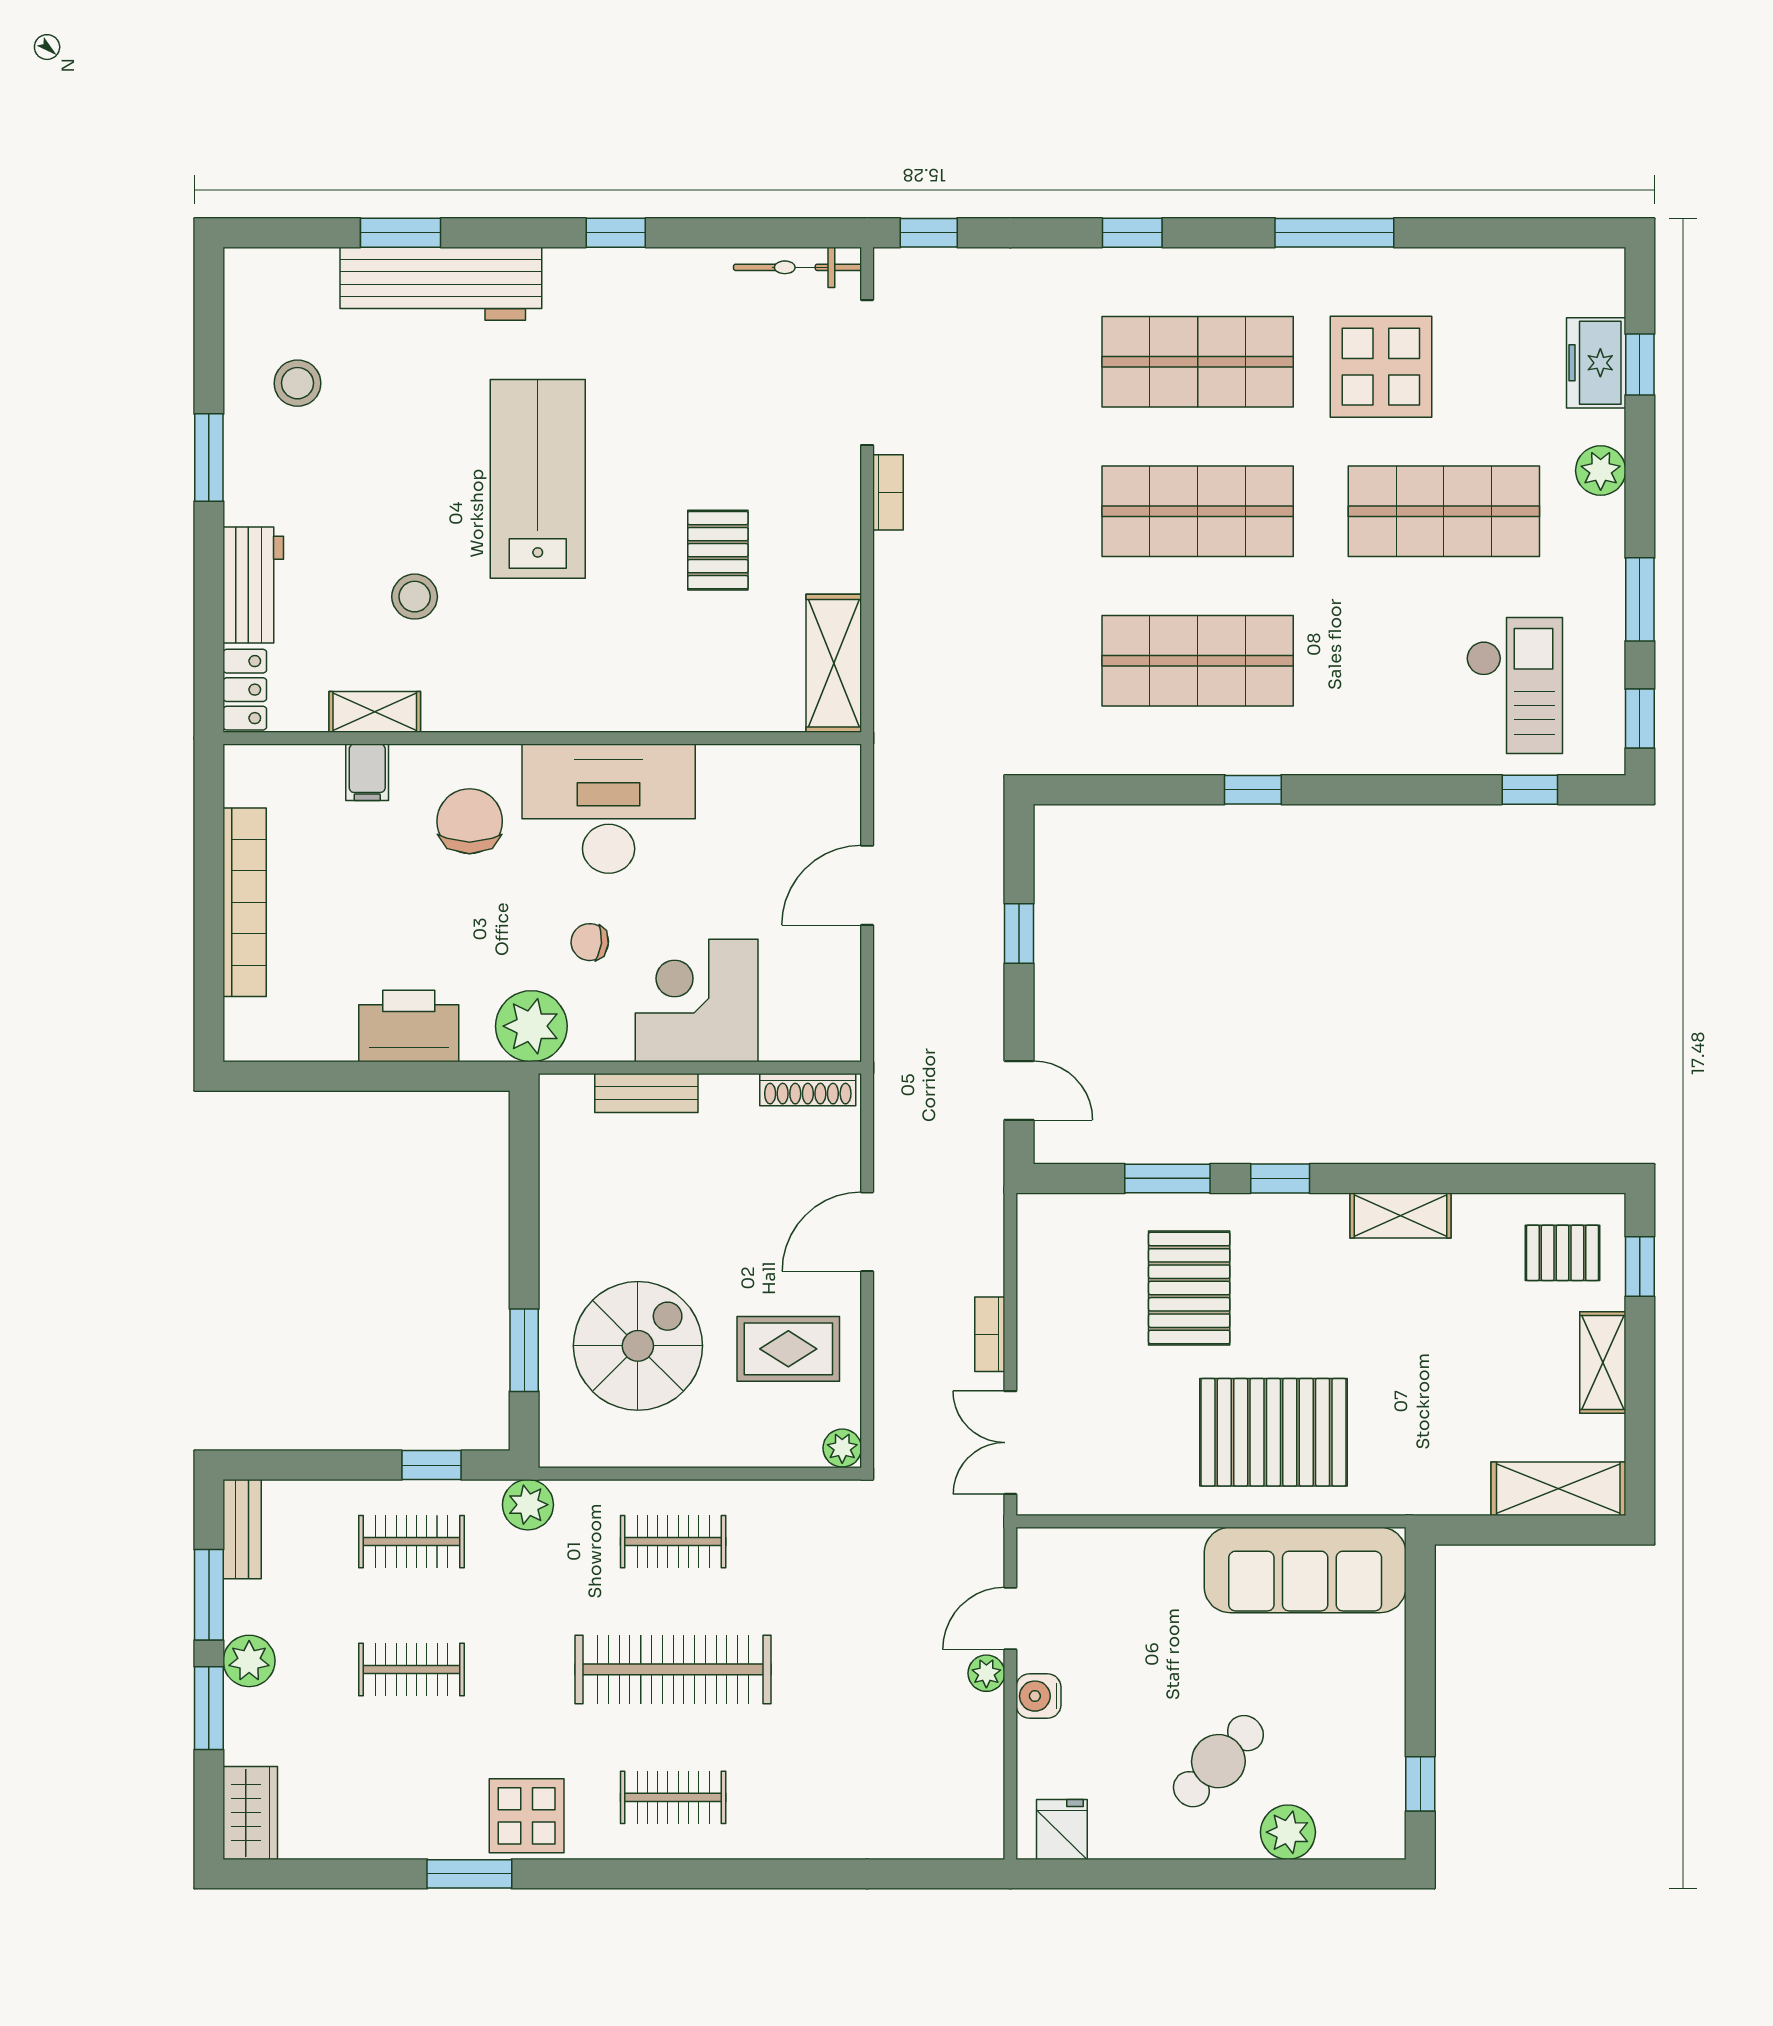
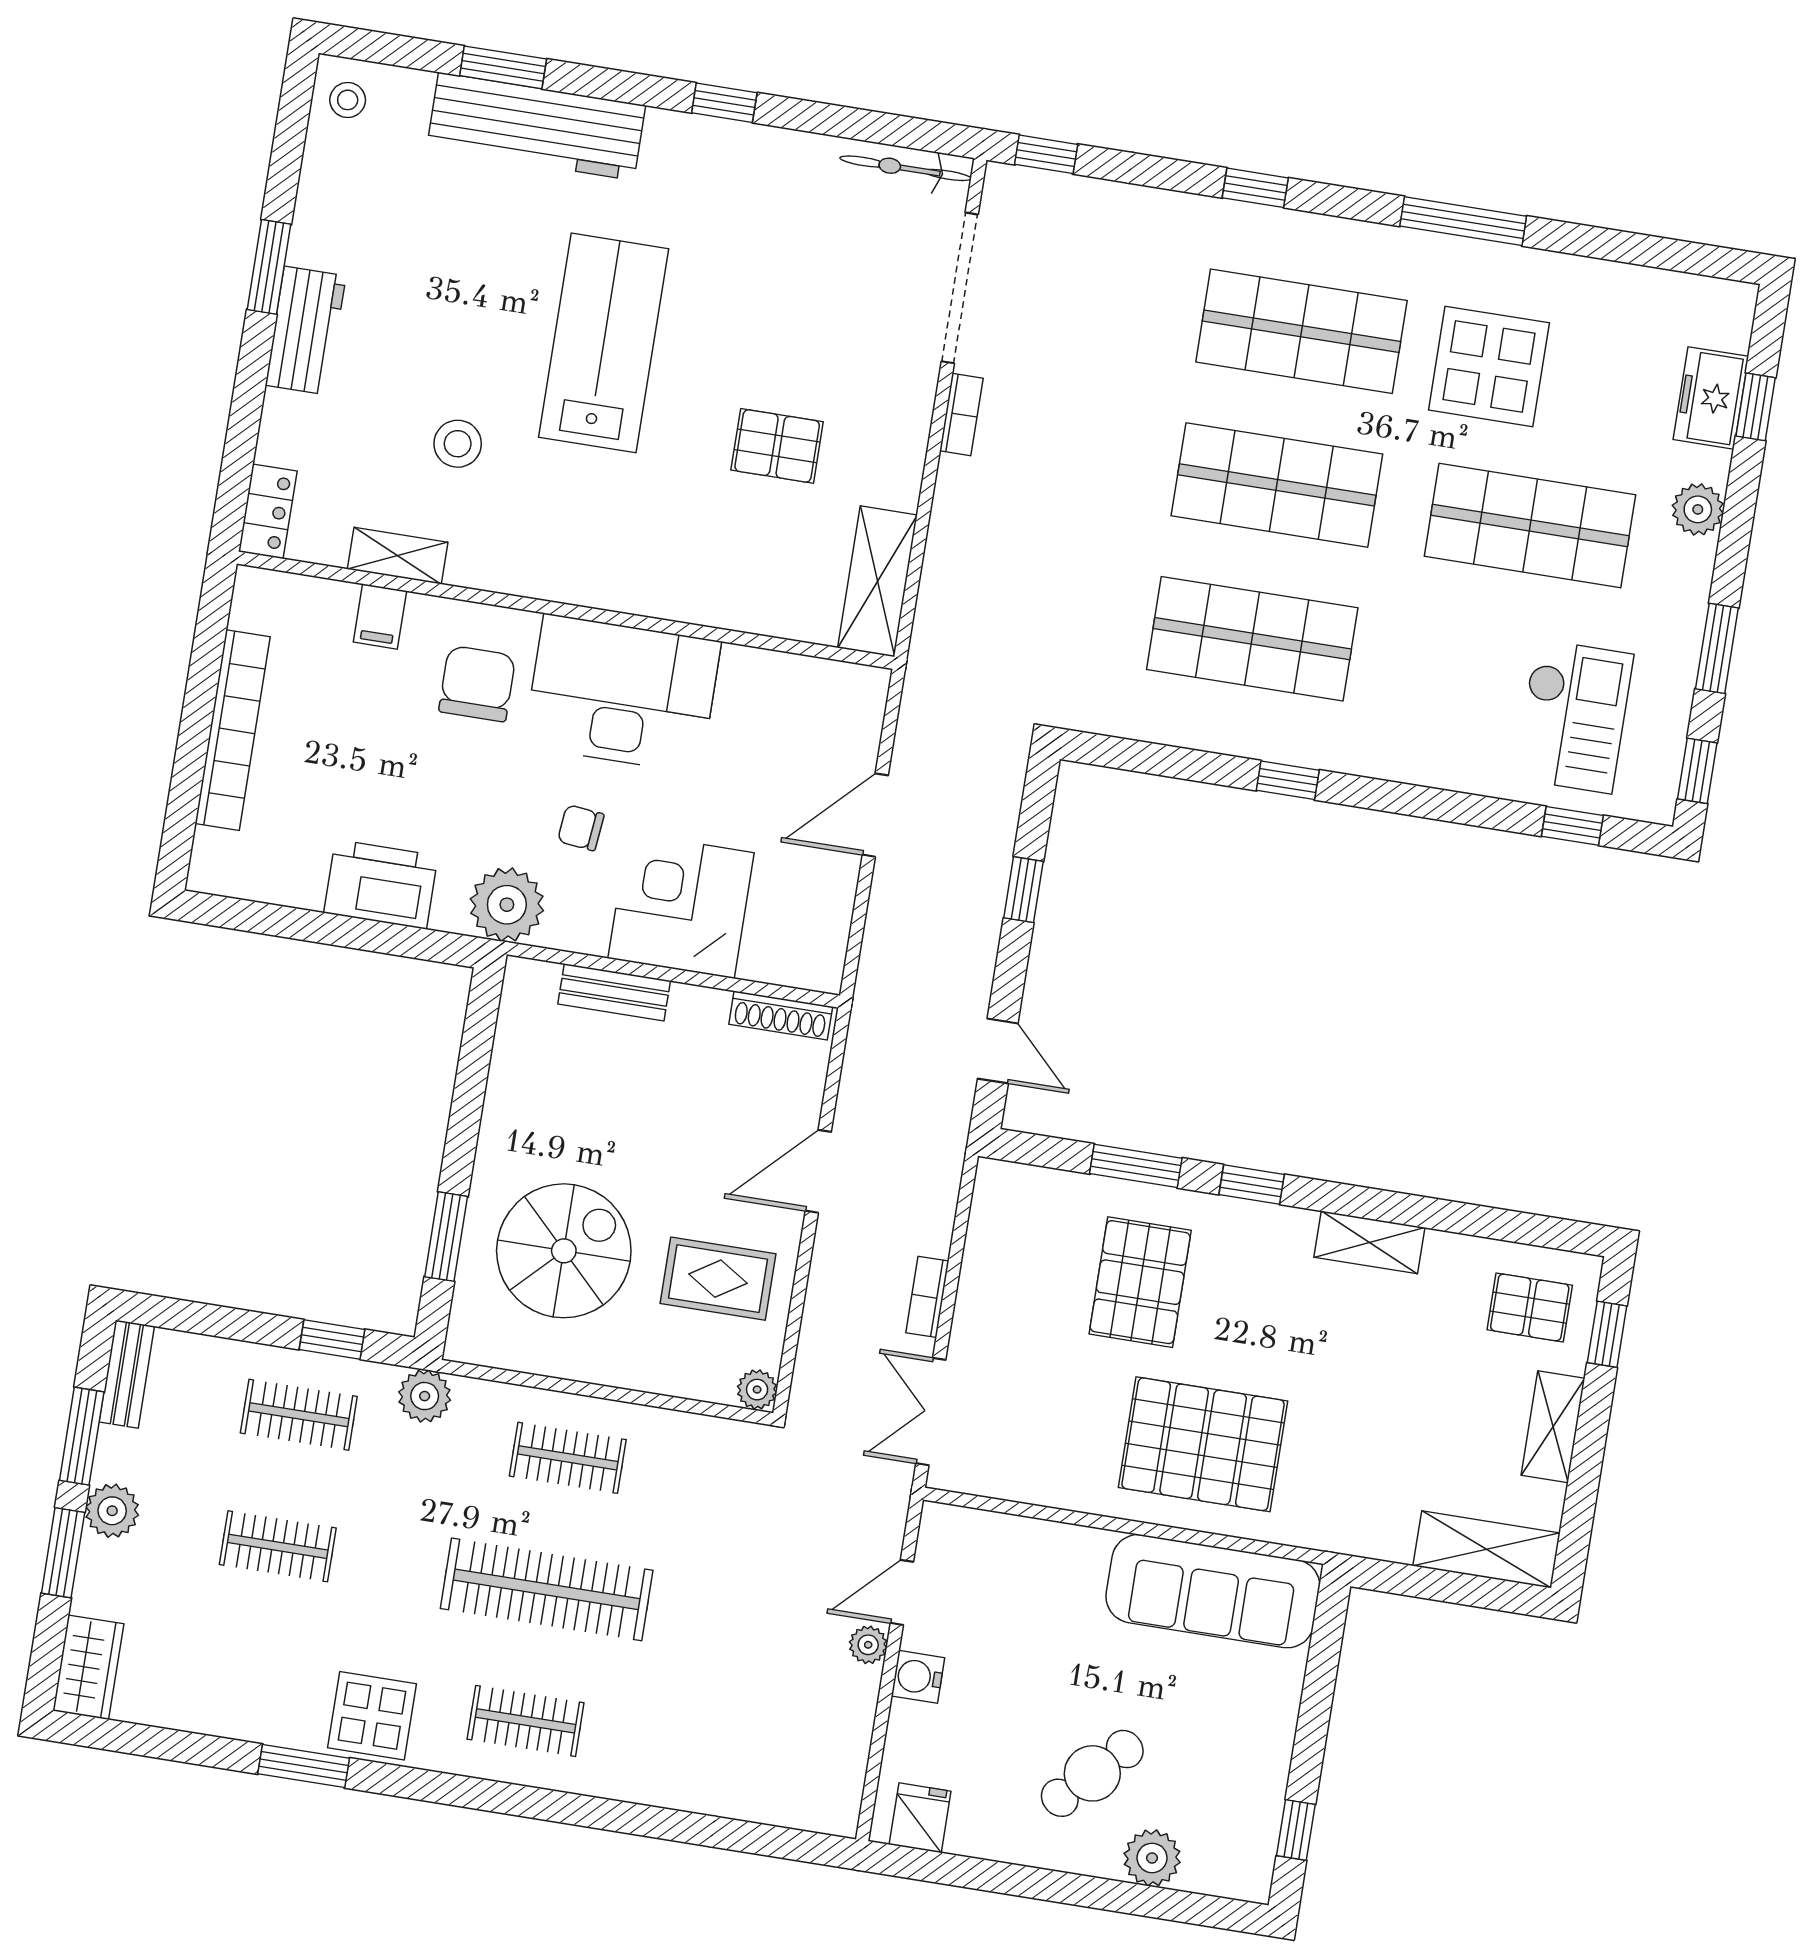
stool: (297, 383) -> (348, 100), moved, width x0.73, depth x0.73
pallet: (718, 550) -> (777, 446), turned 90
workbench: (253, 585) -> (306, 331), moved

